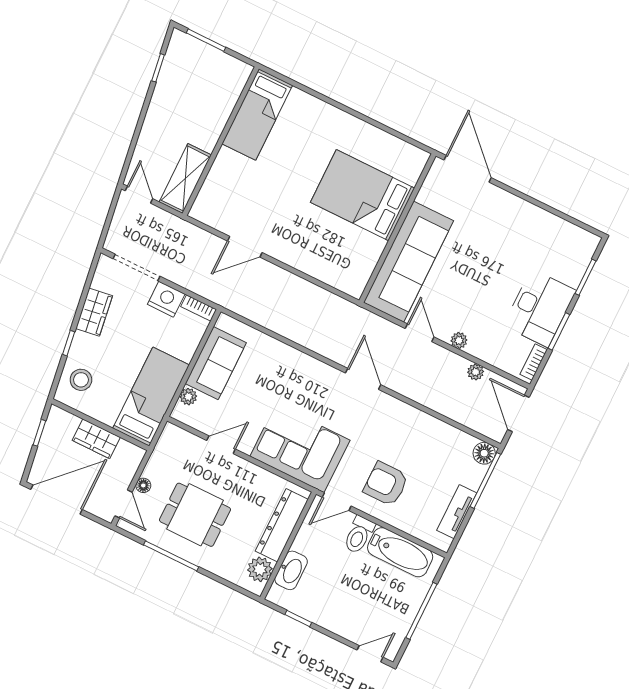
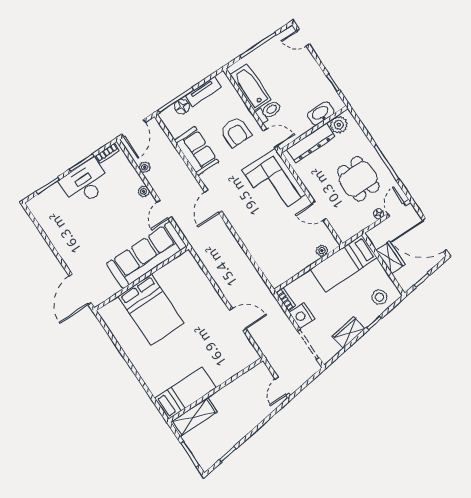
shelving: (185, 178) -> (194, 417), moved
sofa: (216, 363) -> (196, 151), moved, turned 90
floor lamp: (484, 453) -> (182, 107), moved

